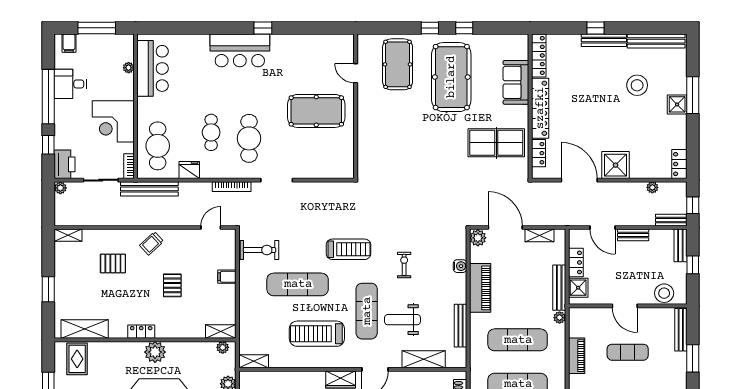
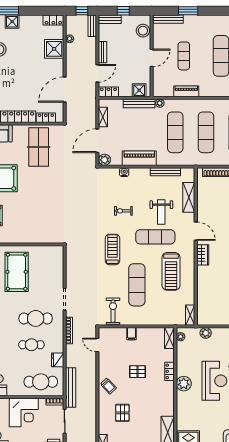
shower: (616, 165) -> (54, 49), moved
locker: (576, 262) -> (108, 92), moved
locker: (141, 332) -> (170, 371), moved

